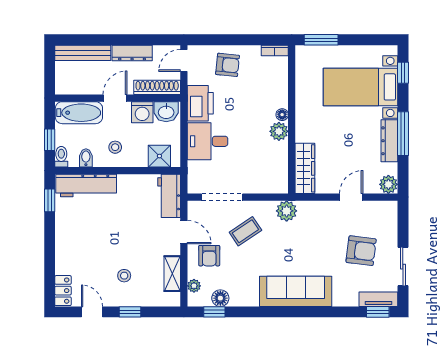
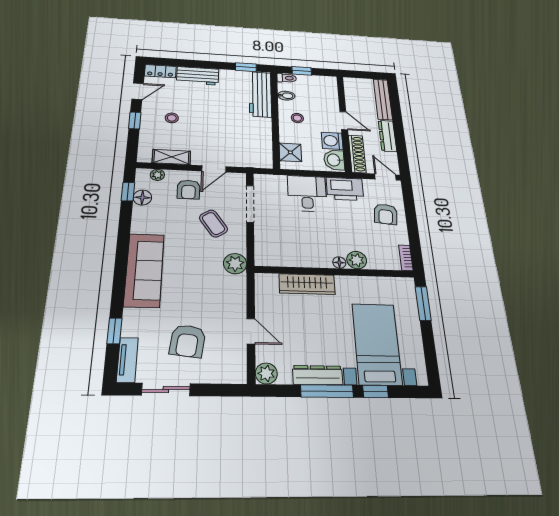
window: (403, 73) -> (376, 392), moved
bathtub: (79, 113) -> (328, 93), removed
plant: (279, 131) -> (357, 260), moved
wardrobe: (305, 168) -> (307, 284), moved
workbench: (169, 196) -> (198, 76), moved, turned 180
armchair: (209, 256) -> (189, 190), turned -90
window: (378, 312) -> (114, 331), moved

